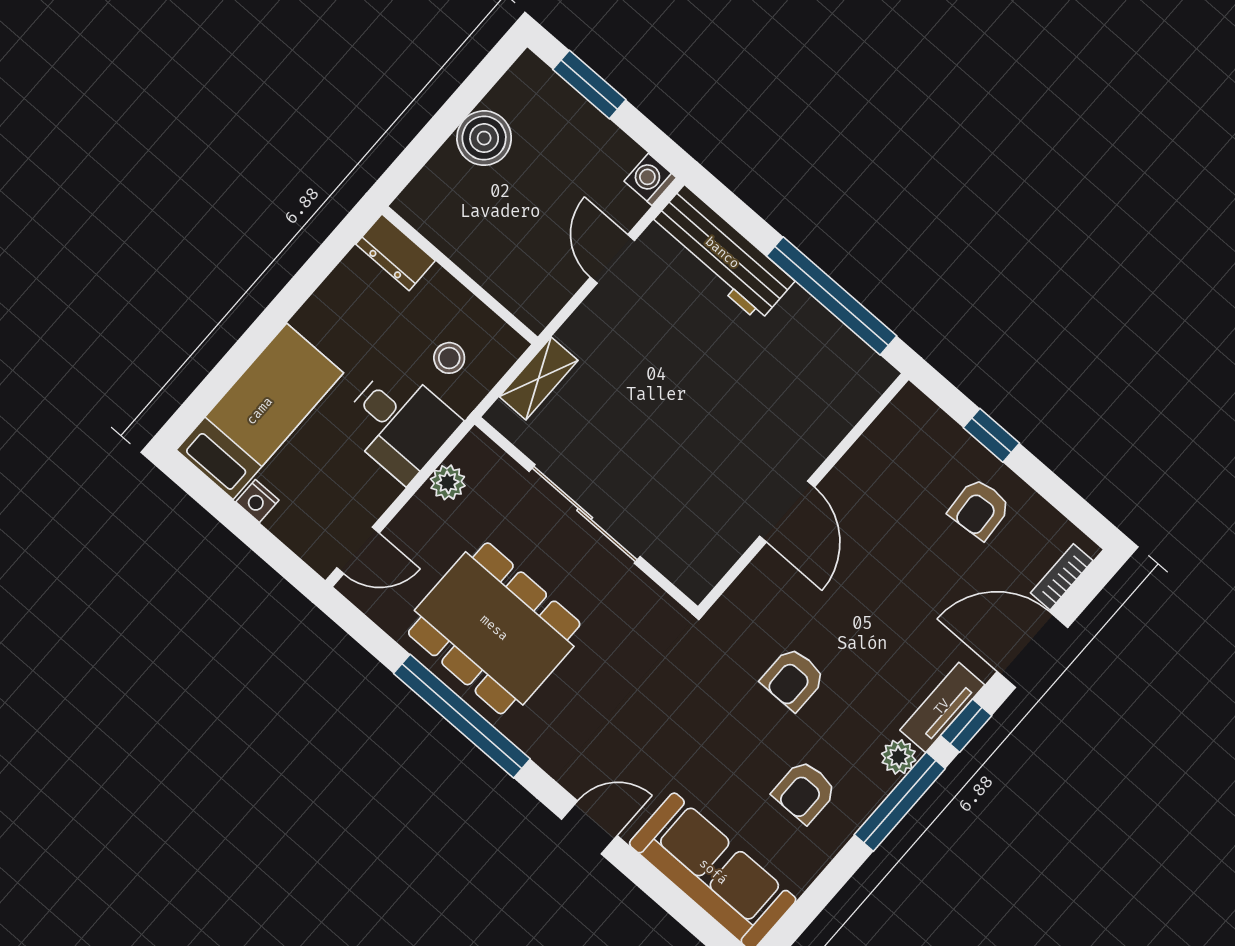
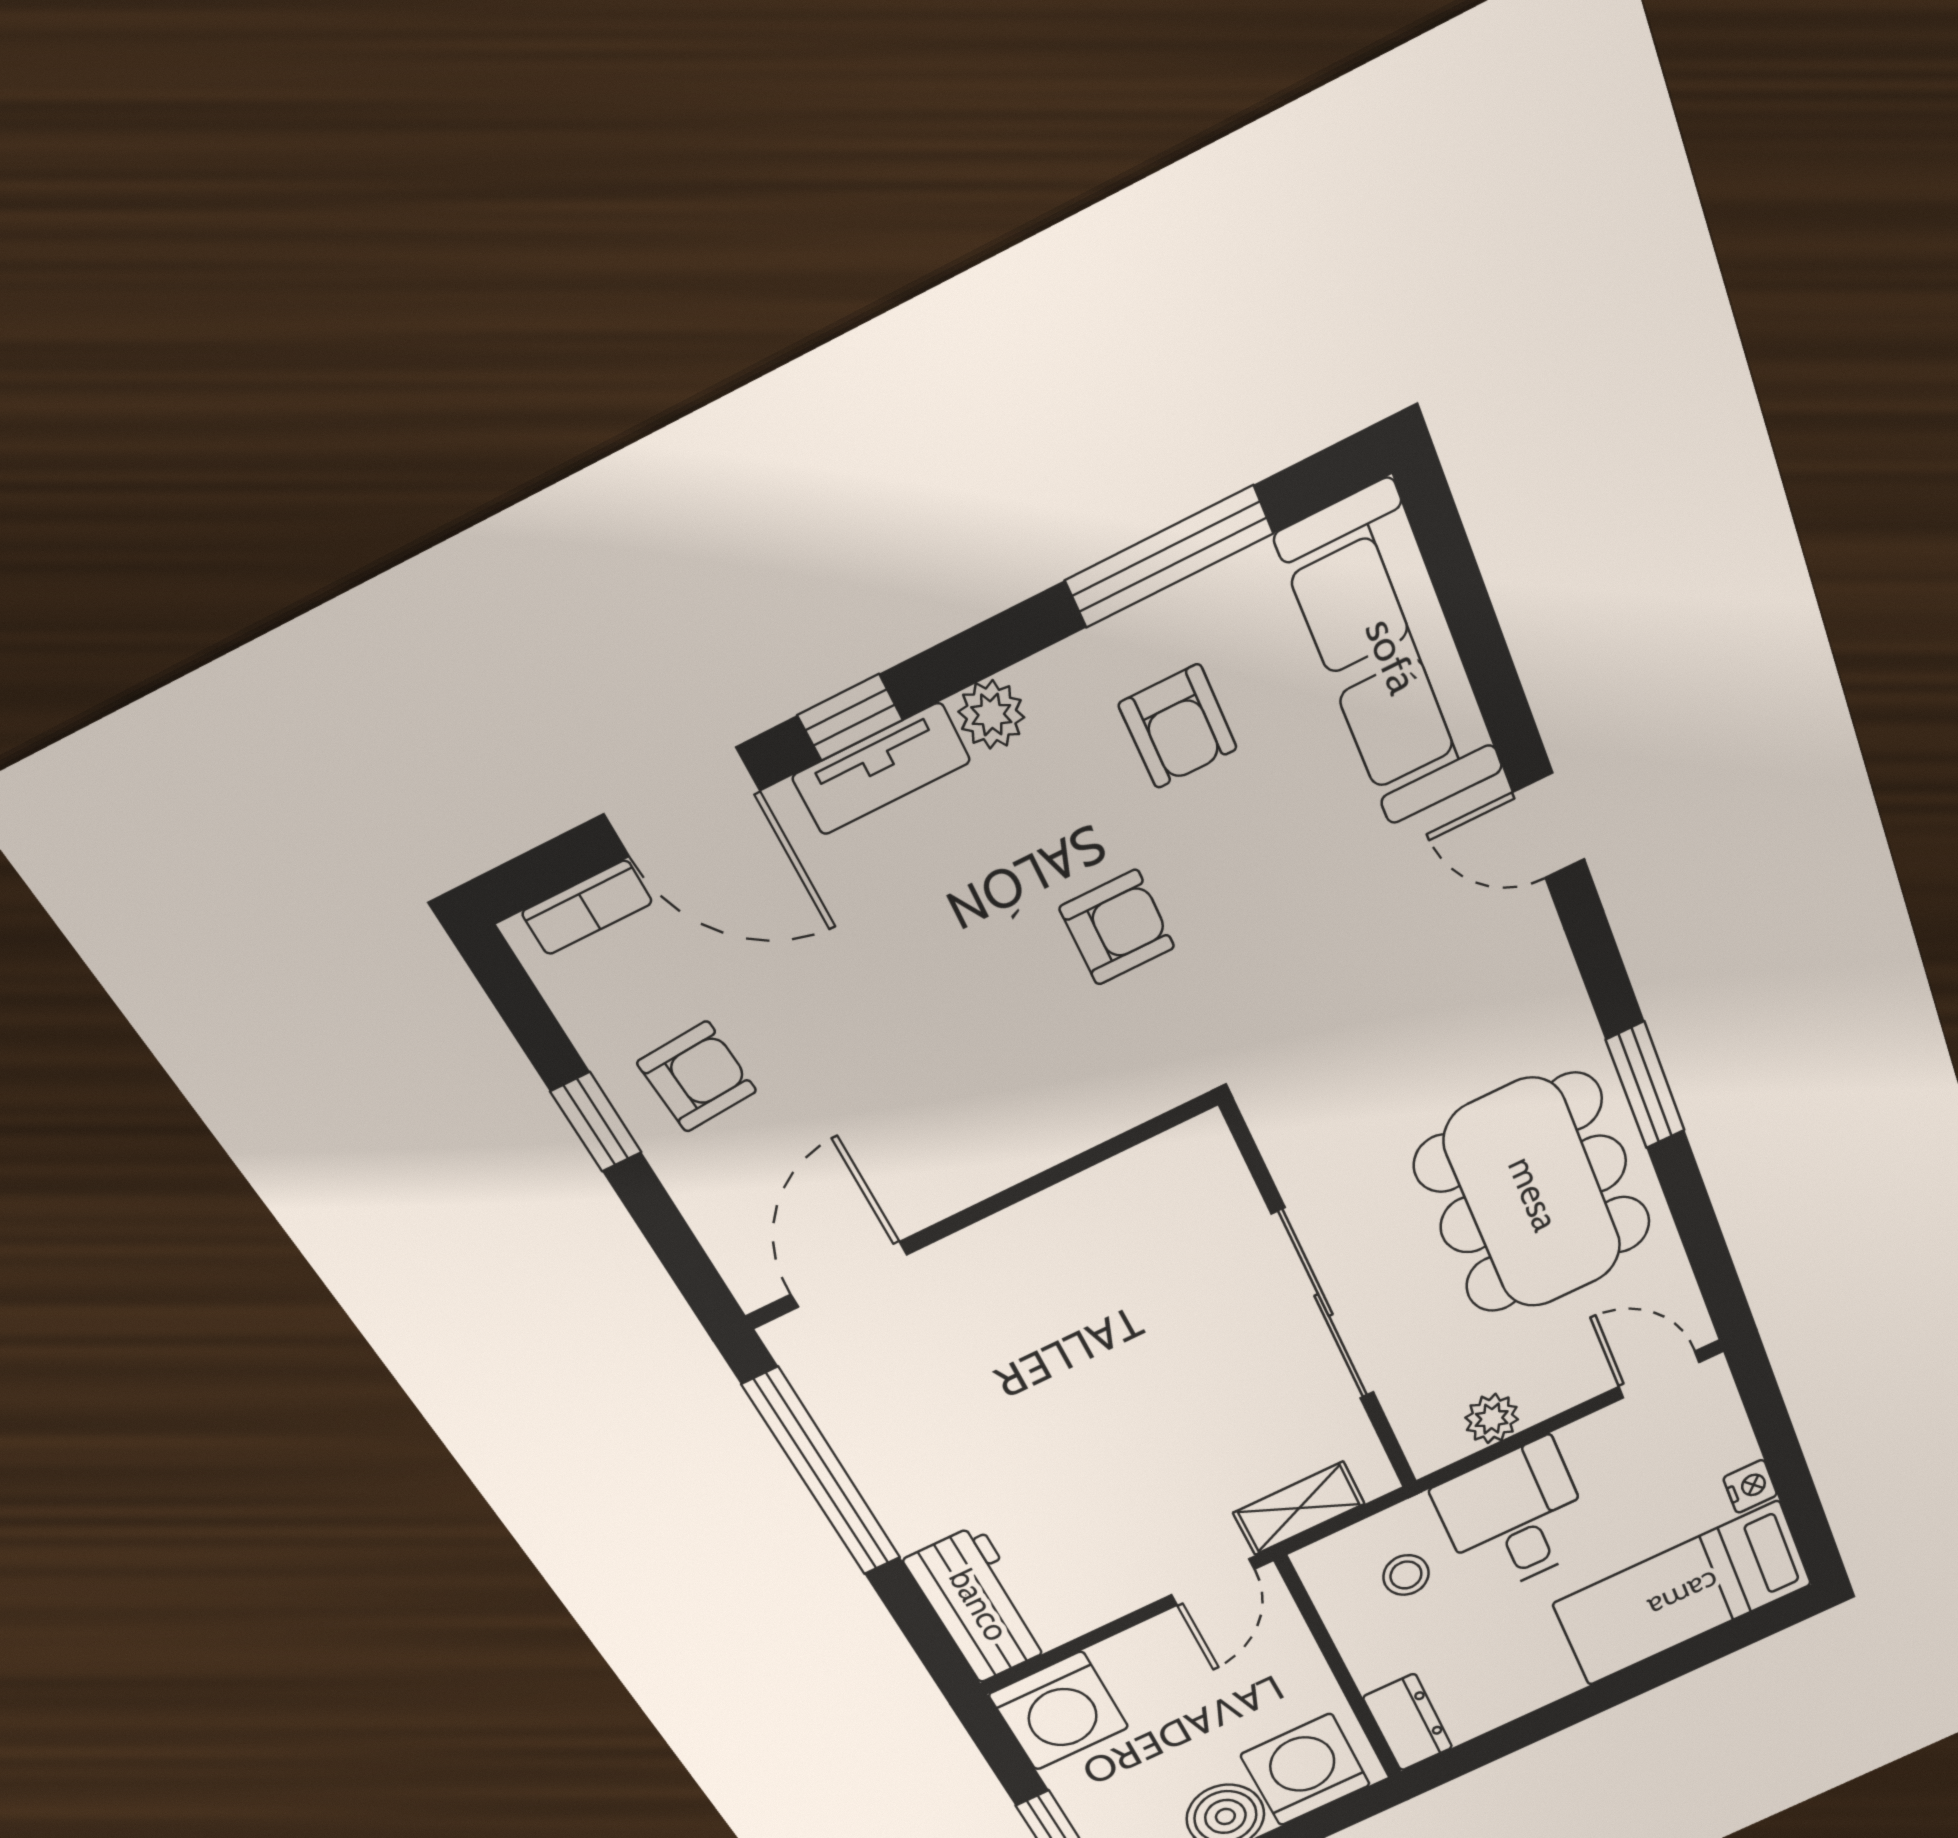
washing machine: (650, 179) -> (1059, 1711), width x1.89, depth x1.89
washing machine: (447, 193) -> (1305, 1770), added
workbench: (722, 253) -> (979, 1605), width x0.73
door: (612, 259) -> (1213, 1582), moved
window: (991, 435) -> (596, 1122), moved
door: (787, 512) -> (849, 1274), moved
window: (462, 716) -> (1645, 1085), width x0.47
armchair: (805, 792) -> (1178, 726), turned 90
window: (900, 802) -> (1169, 557), moved

